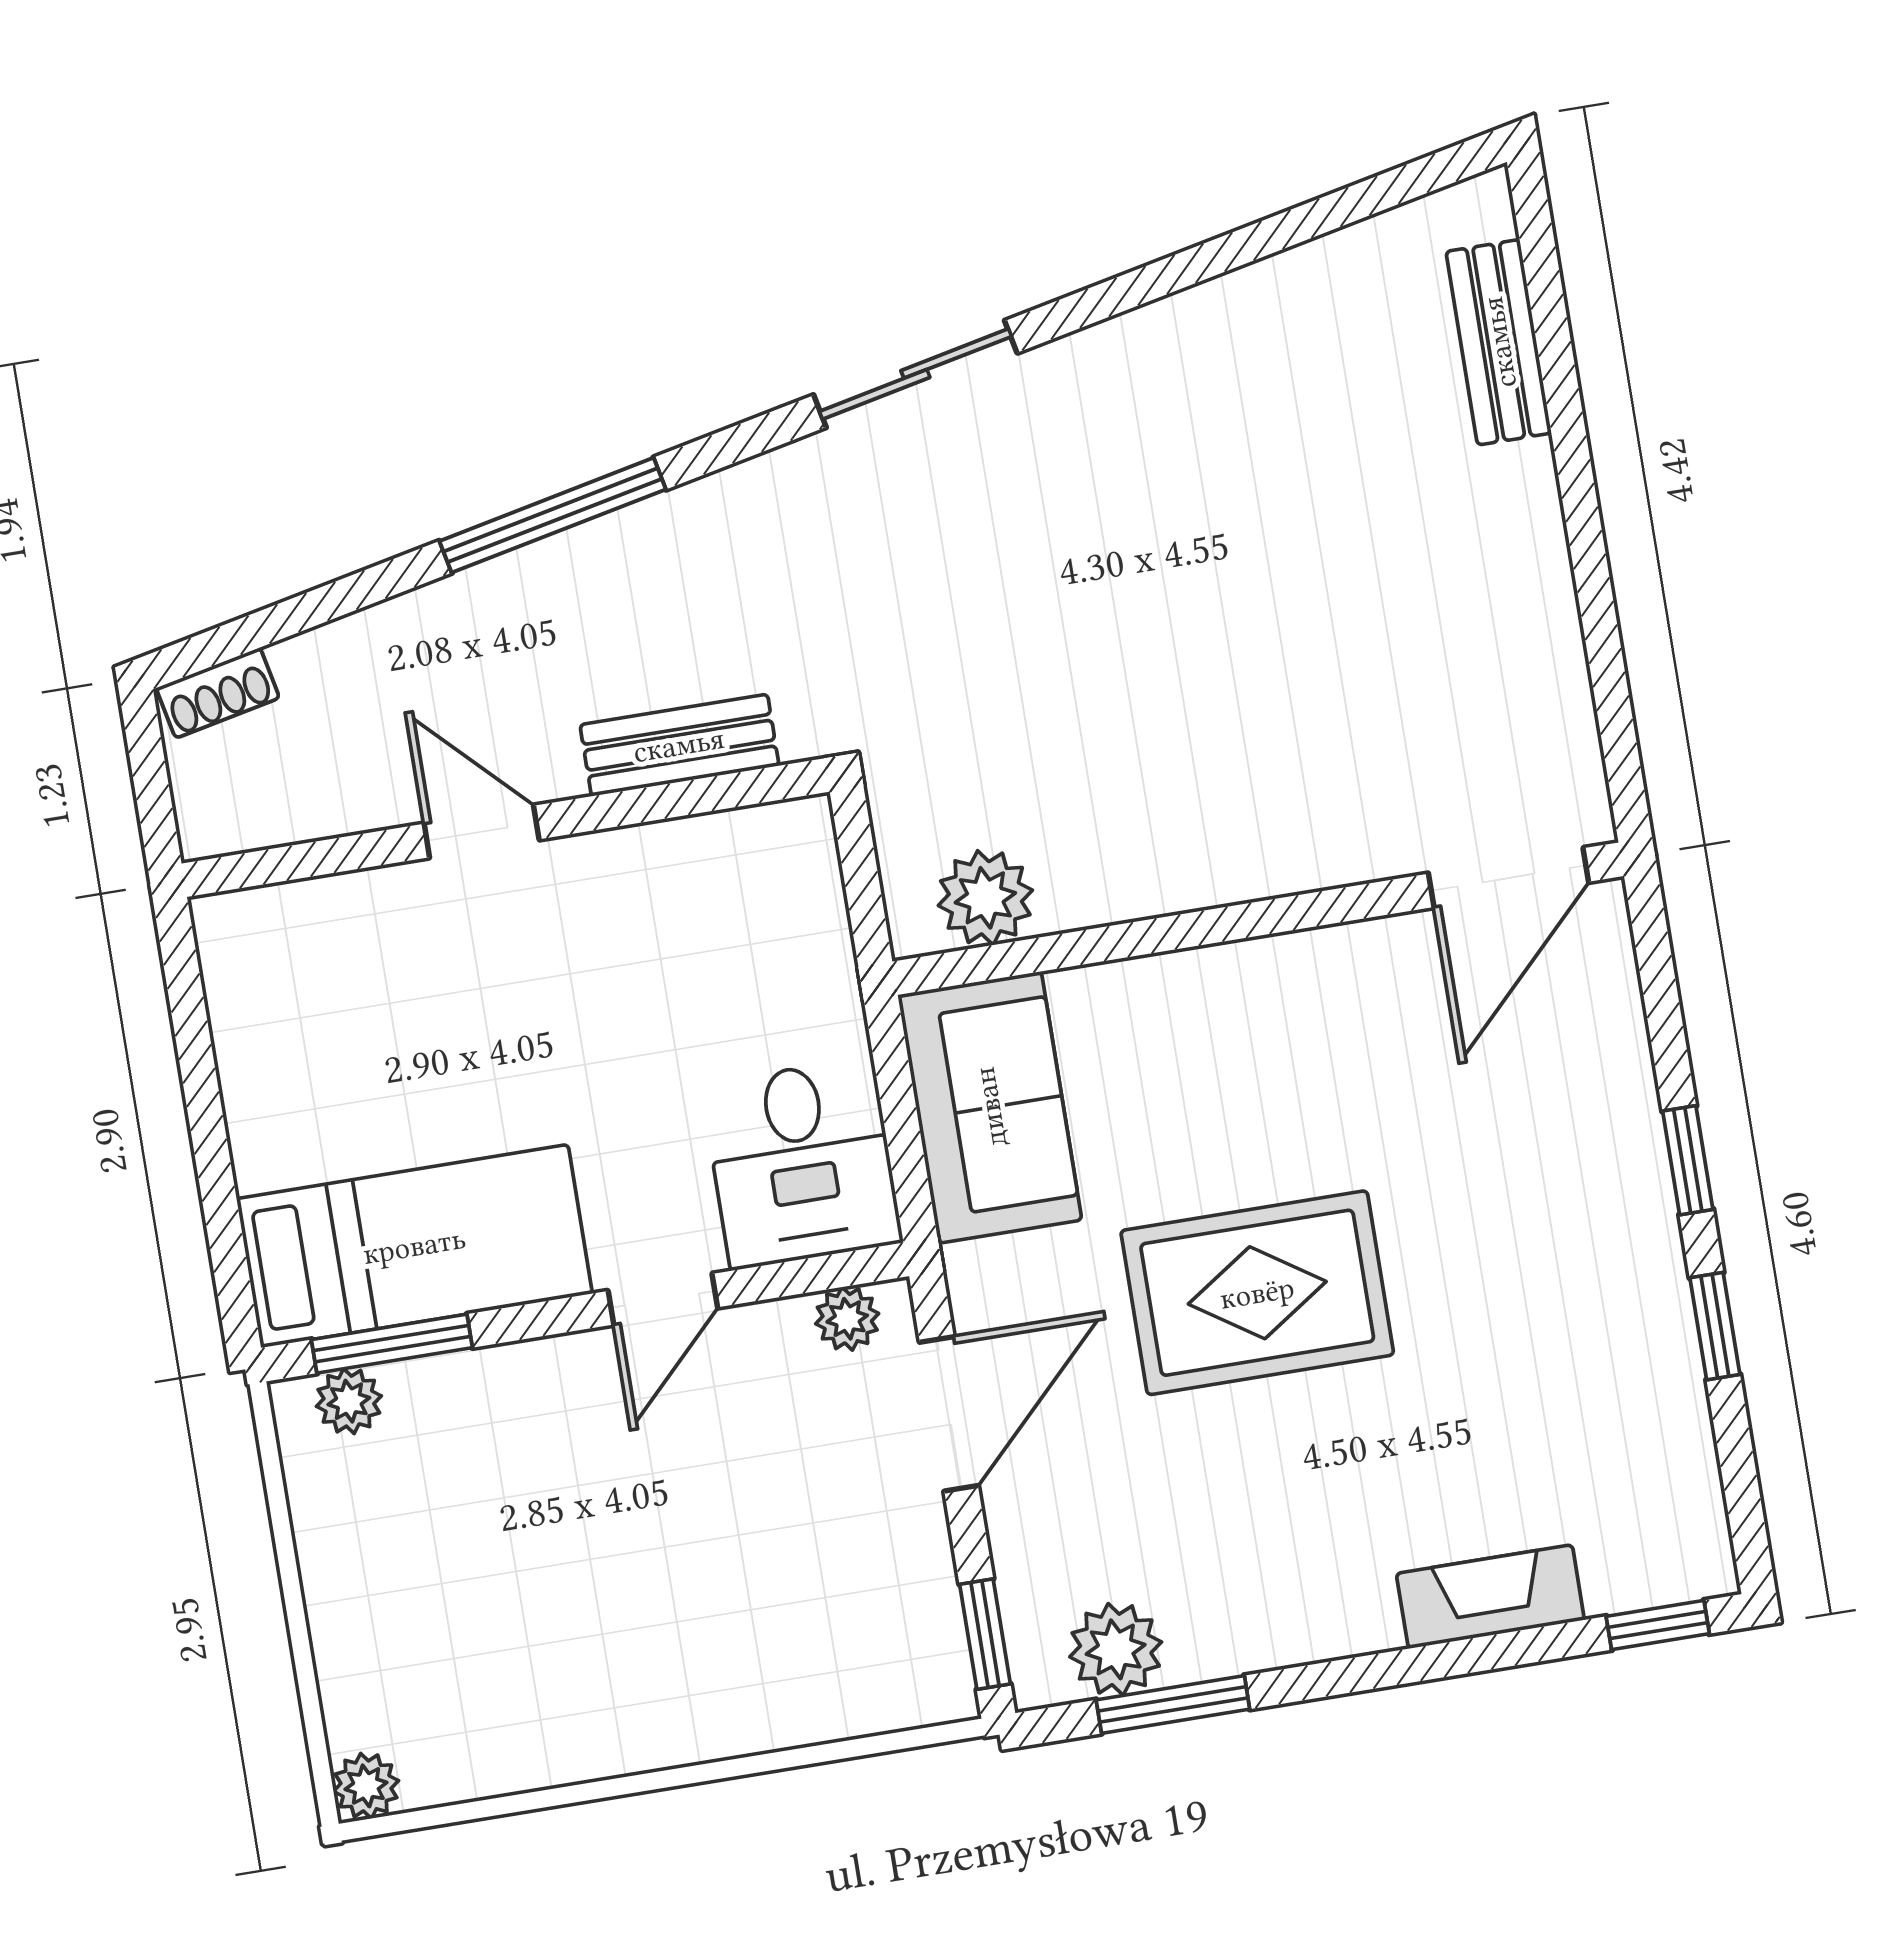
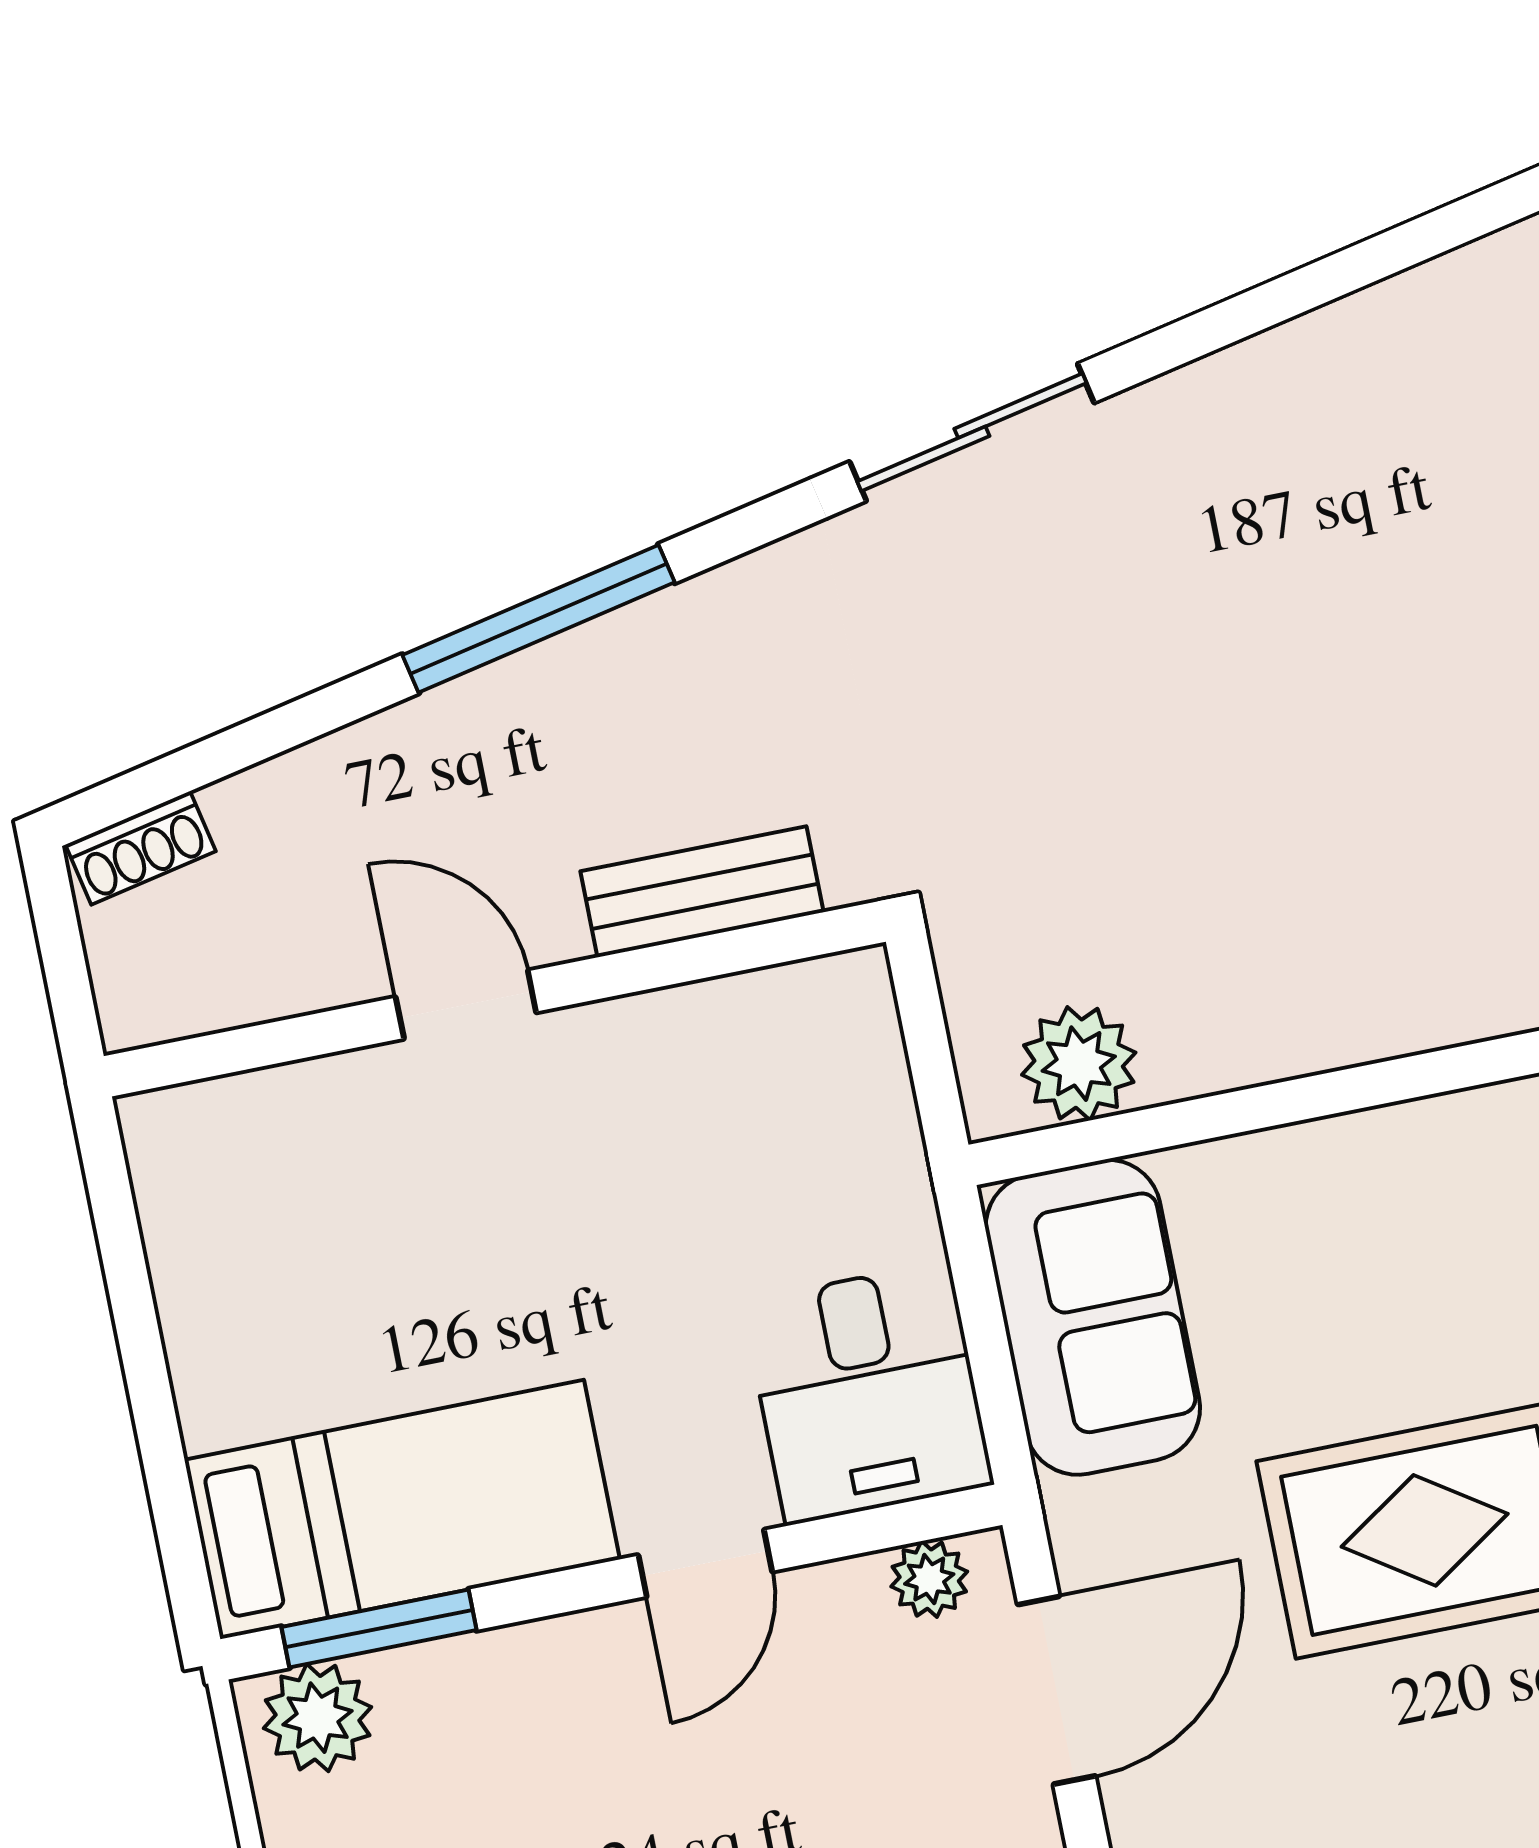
plant: (349, 1401) -> (318, 1718), width x1.38, depth x1.38

